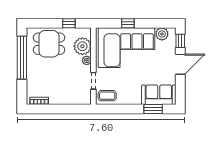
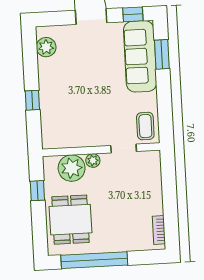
window: (180, 41) -> (133, 14), moved
corner sofa: (127, 48) -> (70, 100), removed
sofa: (159, 95) -> (140, 56), width x1.36

